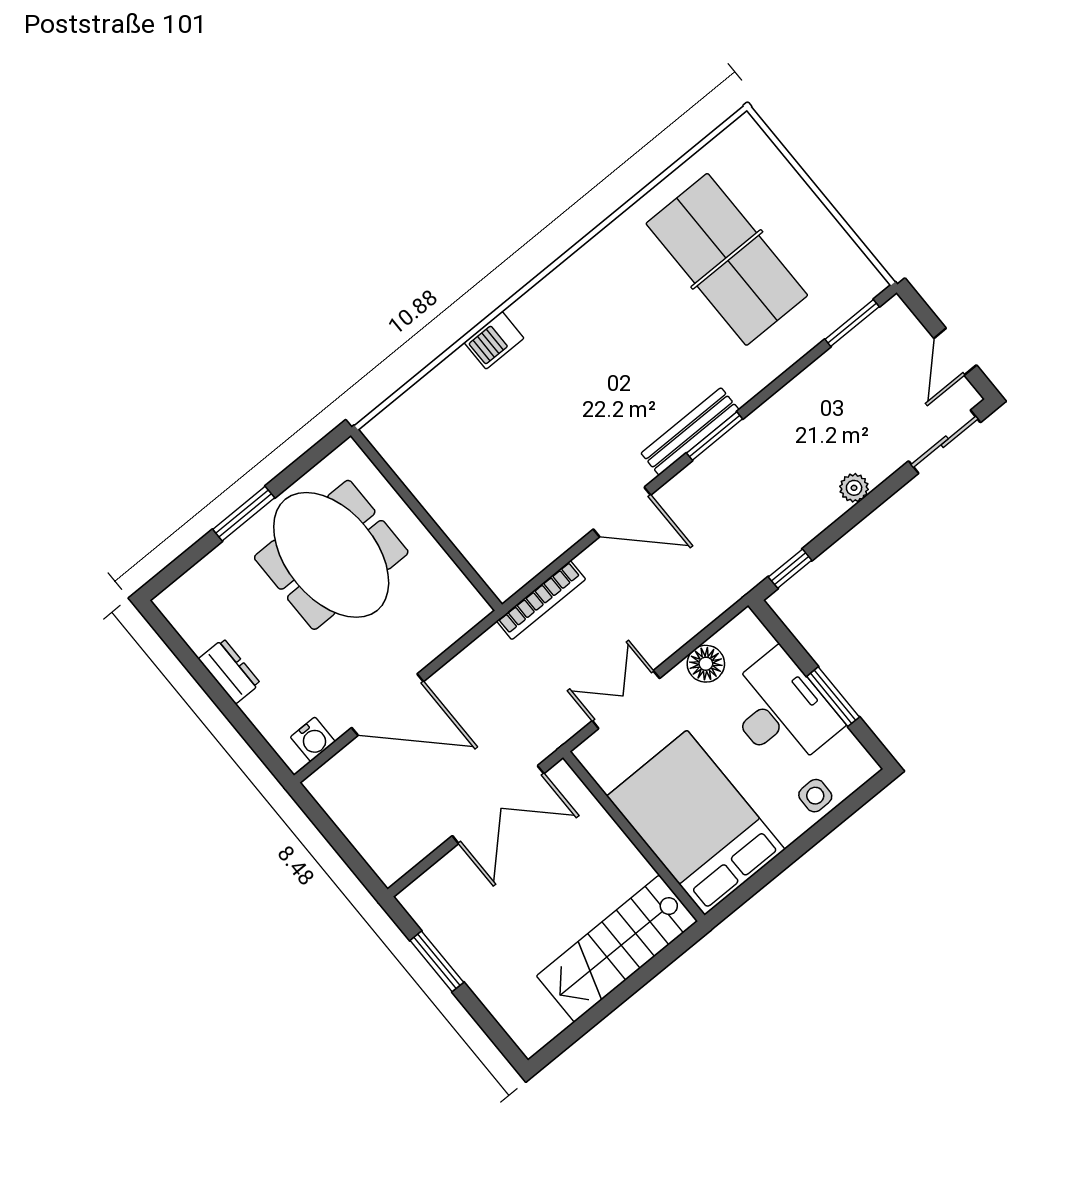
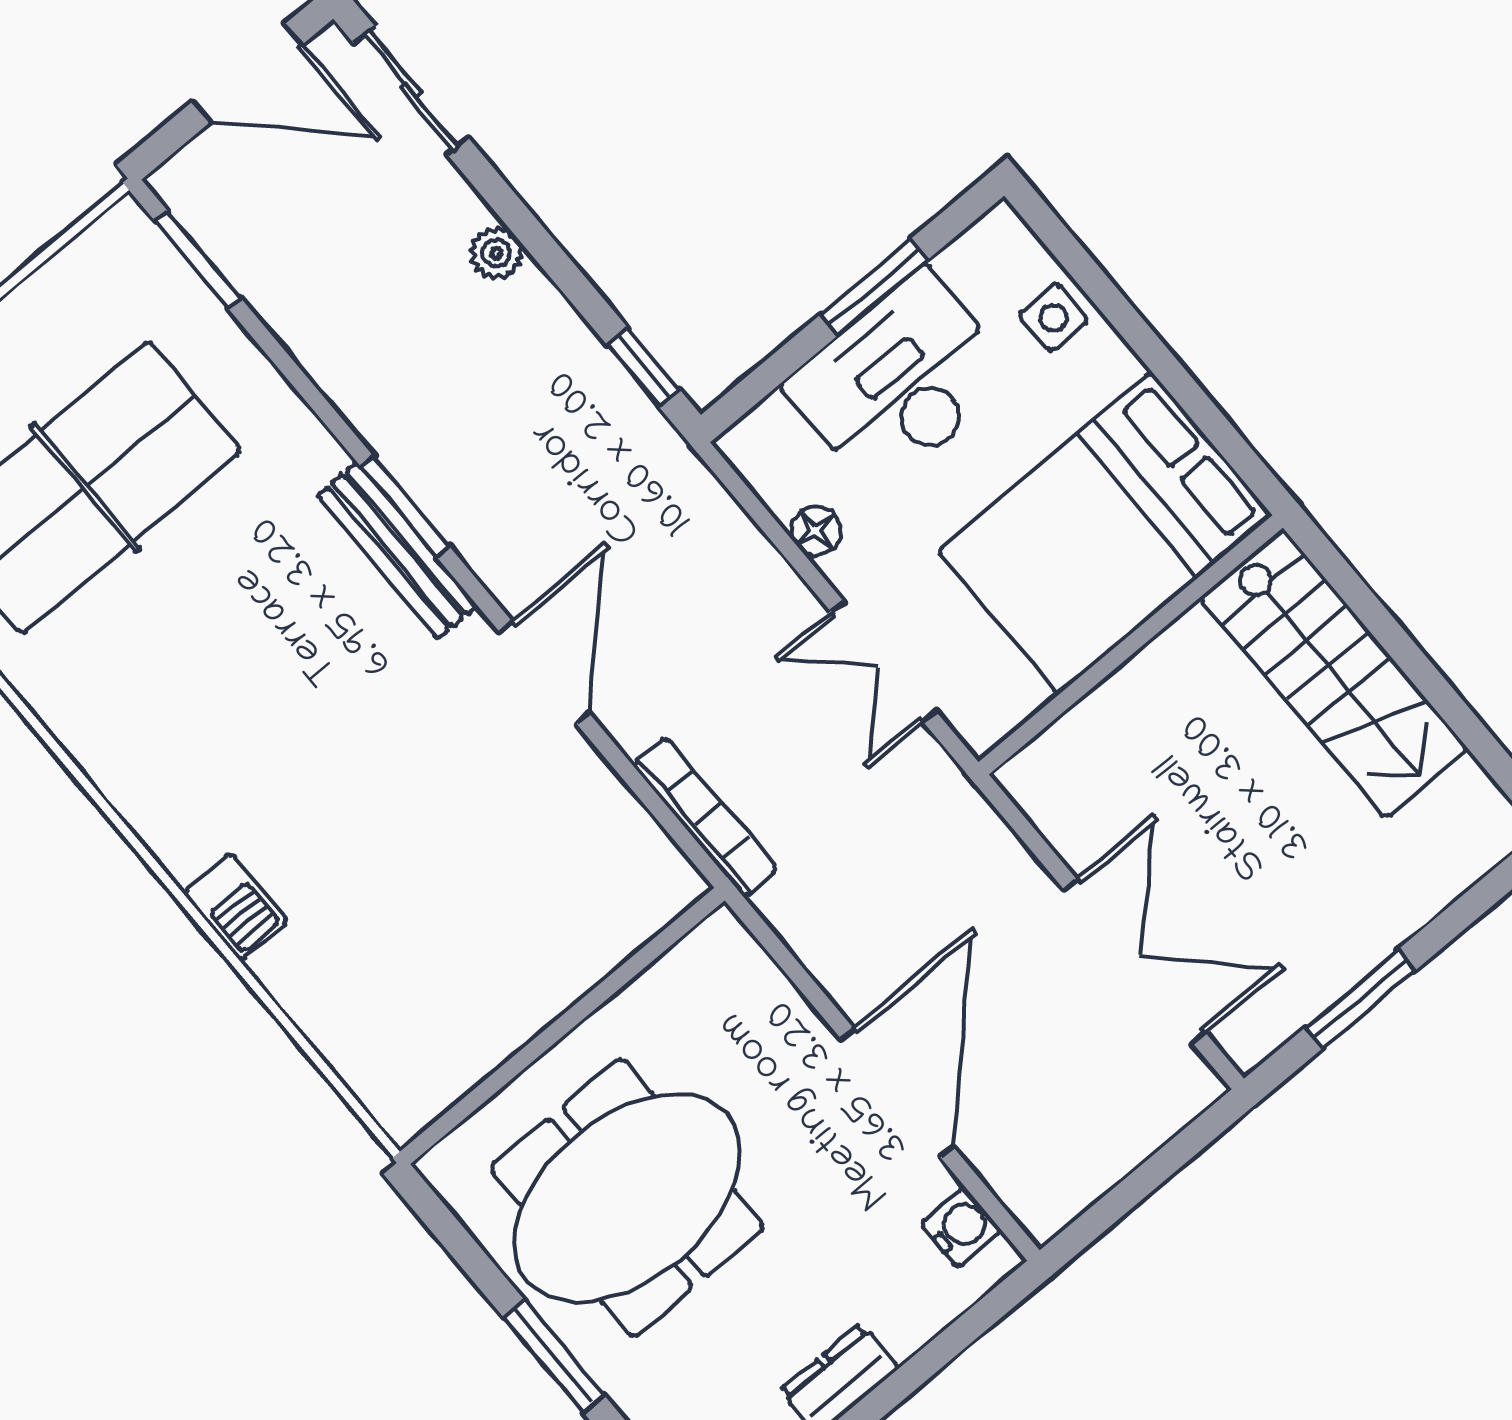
door: (955, 352) -> (248, 73), width x1.38
floor lamp: (706, 664) -> (816, 531), width x0.73, depth x0.73
double door: (498, 805) -> (1135, 961), moved

